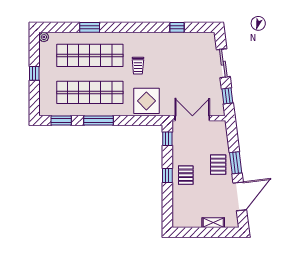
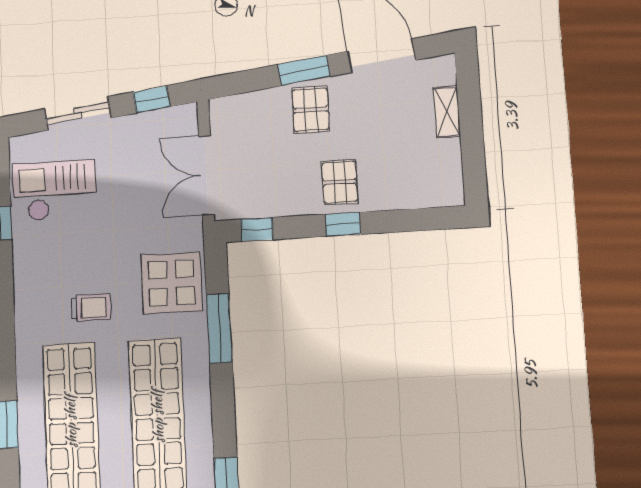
checkout: (190, 52) -> (55, 190), added
window: (98, 120) -> (219, 328), moved
pallet: (218, 165) -> (311, 110), turned 90
pallet: (186, 175) -> (340, 182), turned 90

